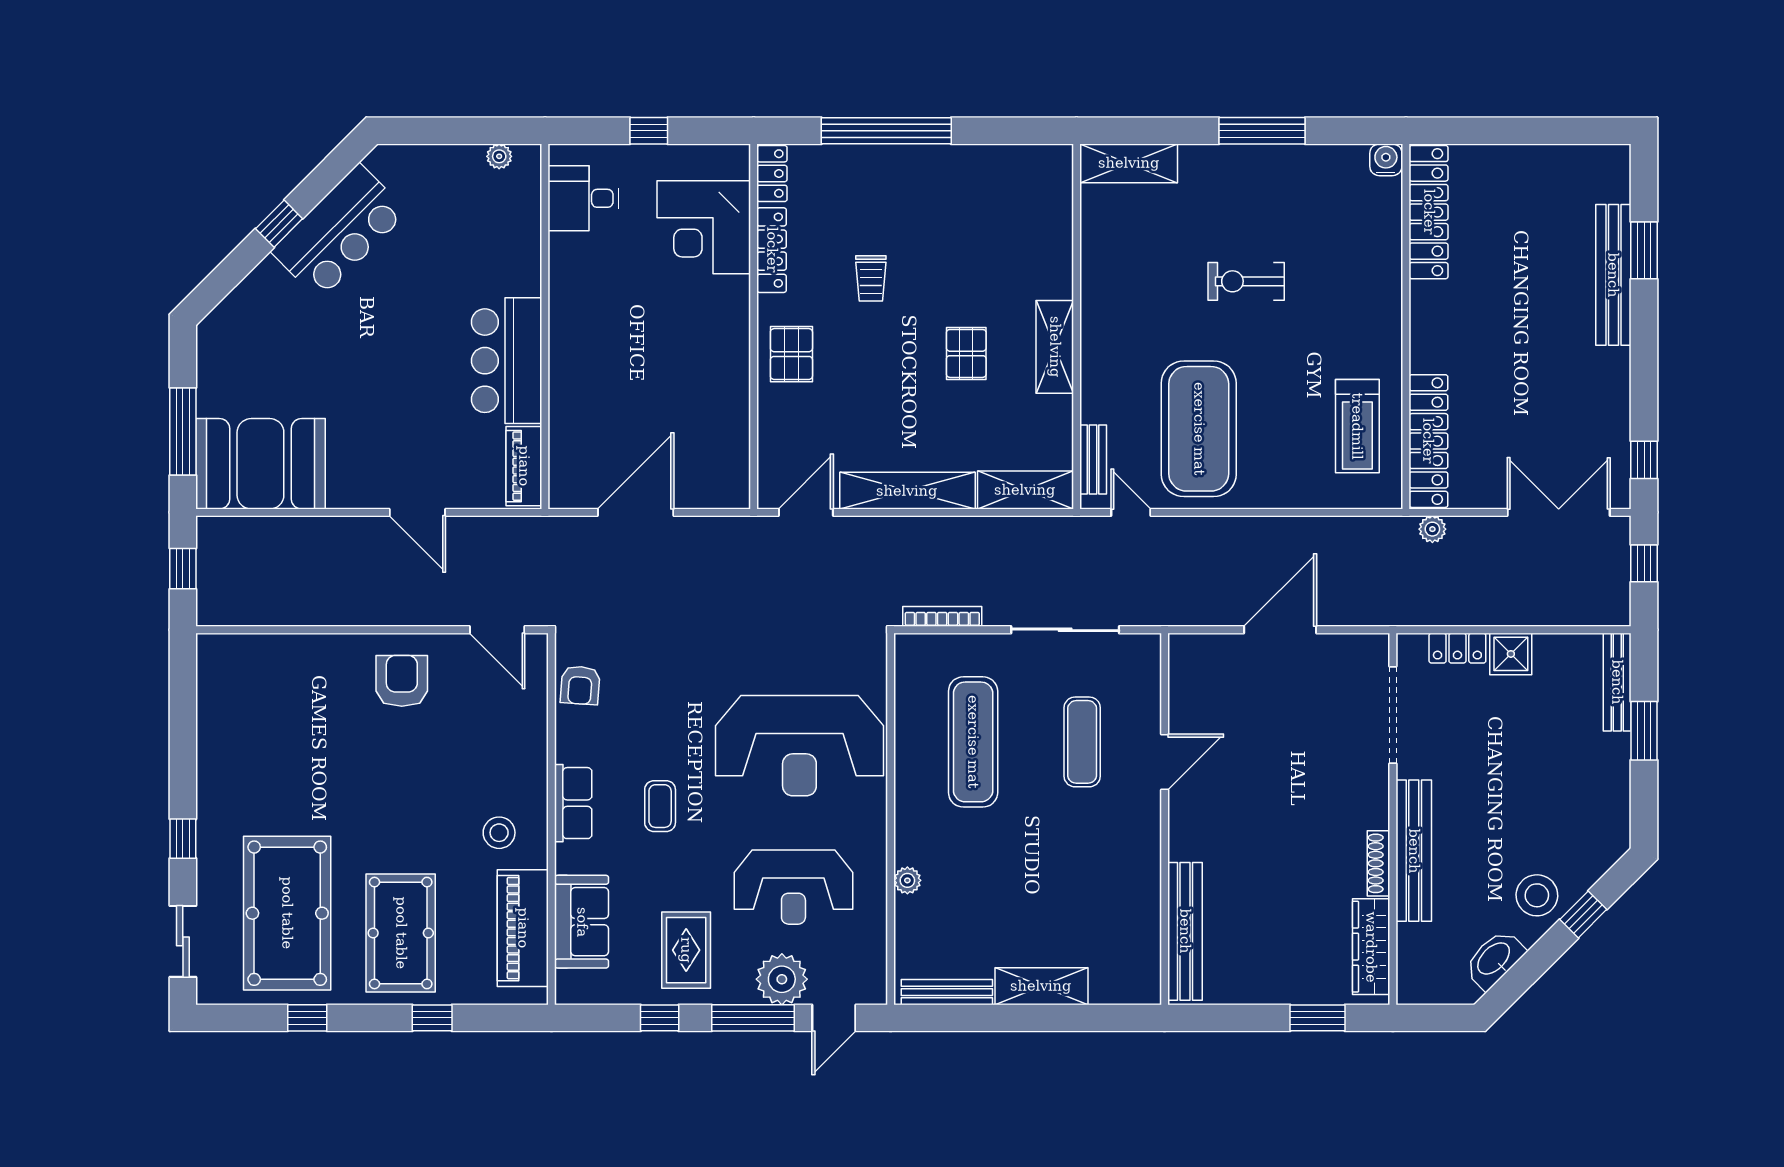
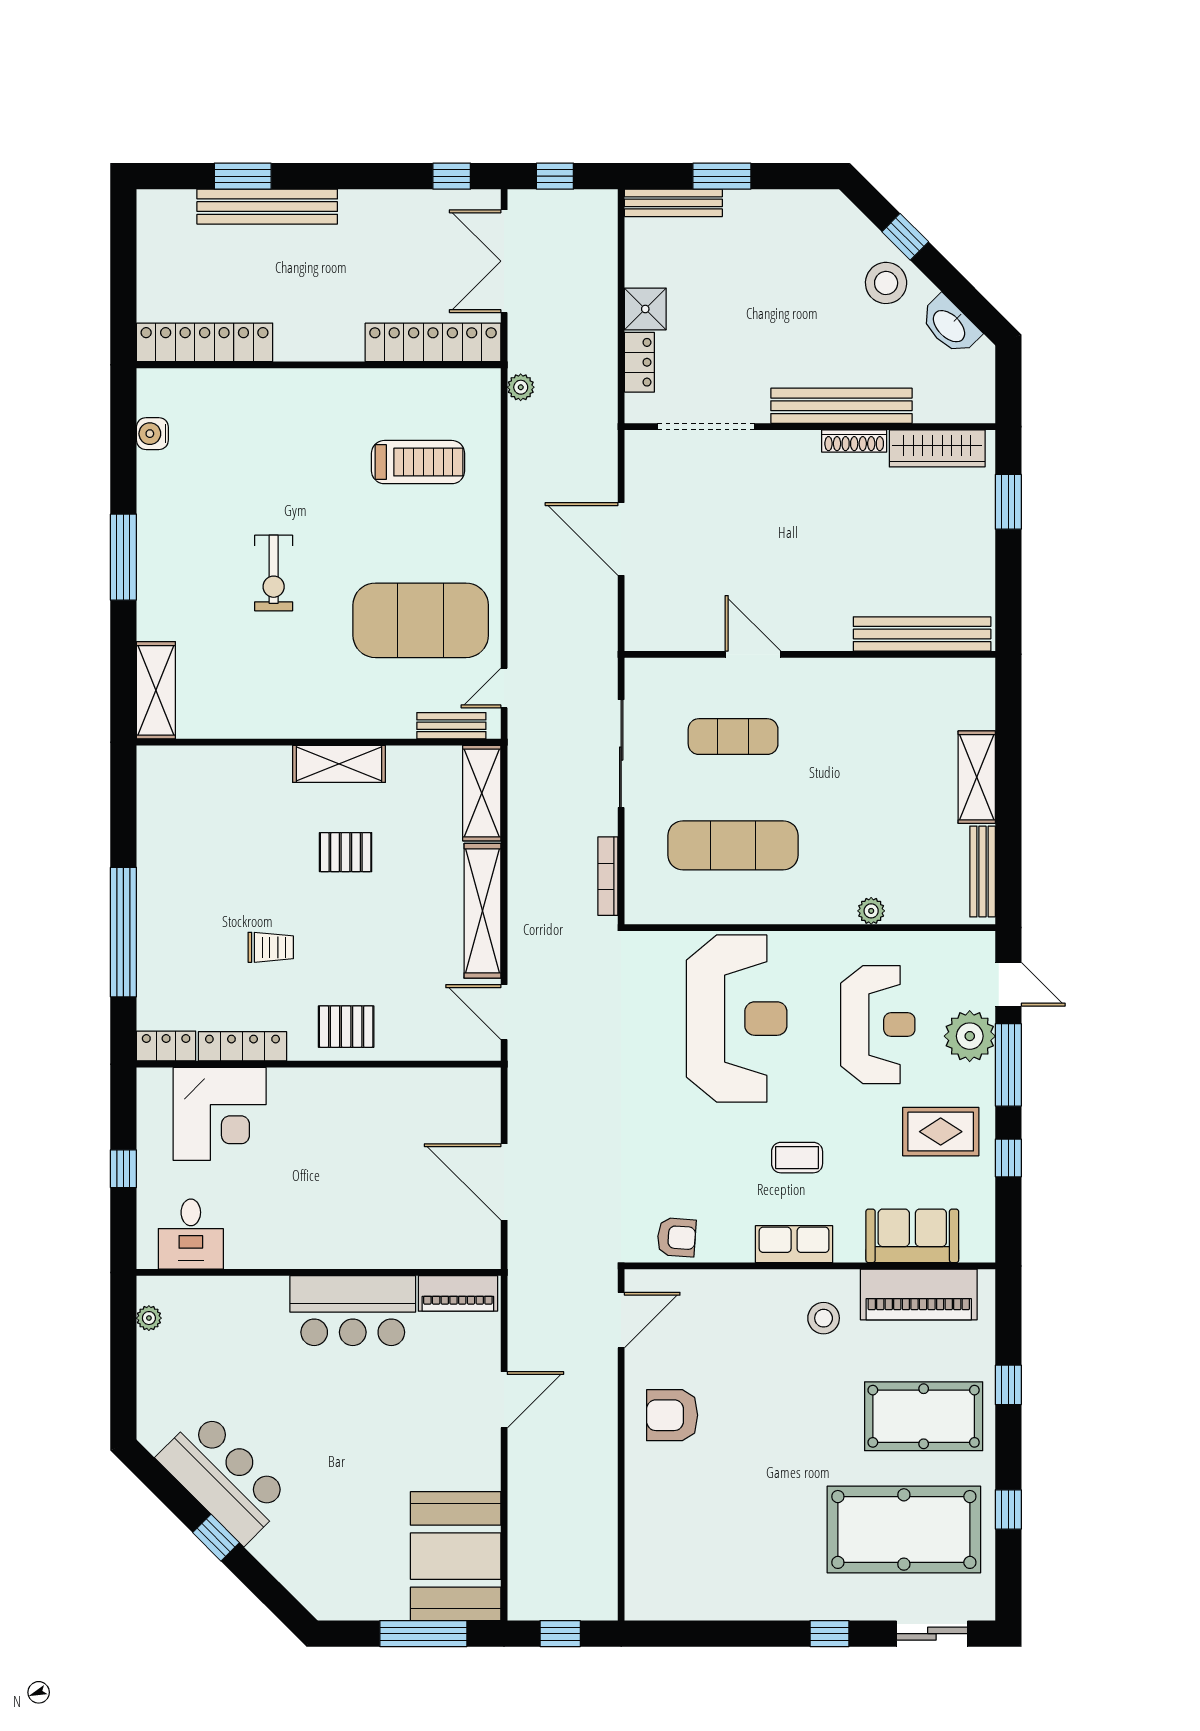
locker: (1429, 212) -> (205, 342), moved
wall: (1406, 326) -> (319, 365), moved
locker: (1428, 441) -> (433, 342), moved

